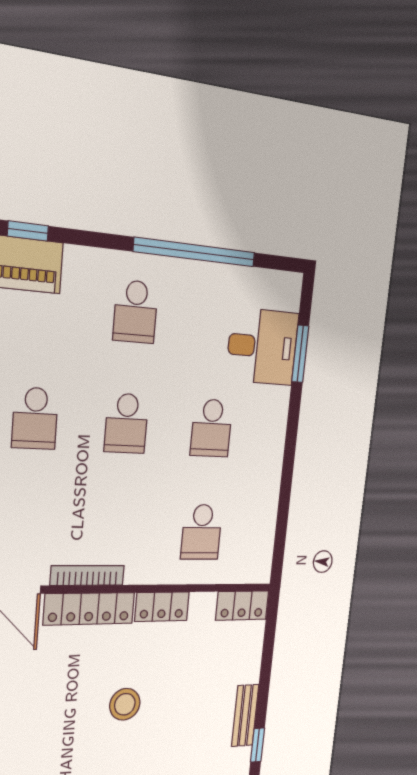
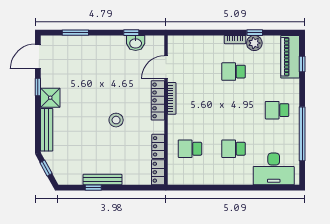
desk: (262, 347) -> (274, 169), width x1.37
window: (300, 354) -> (267, 188), removed
school desk: (126, 423) -> (234, 110), removed
locker: (162, 607) -> (158, 146), moved
bench: (245, 716) -> (102, 180), width x1.36

